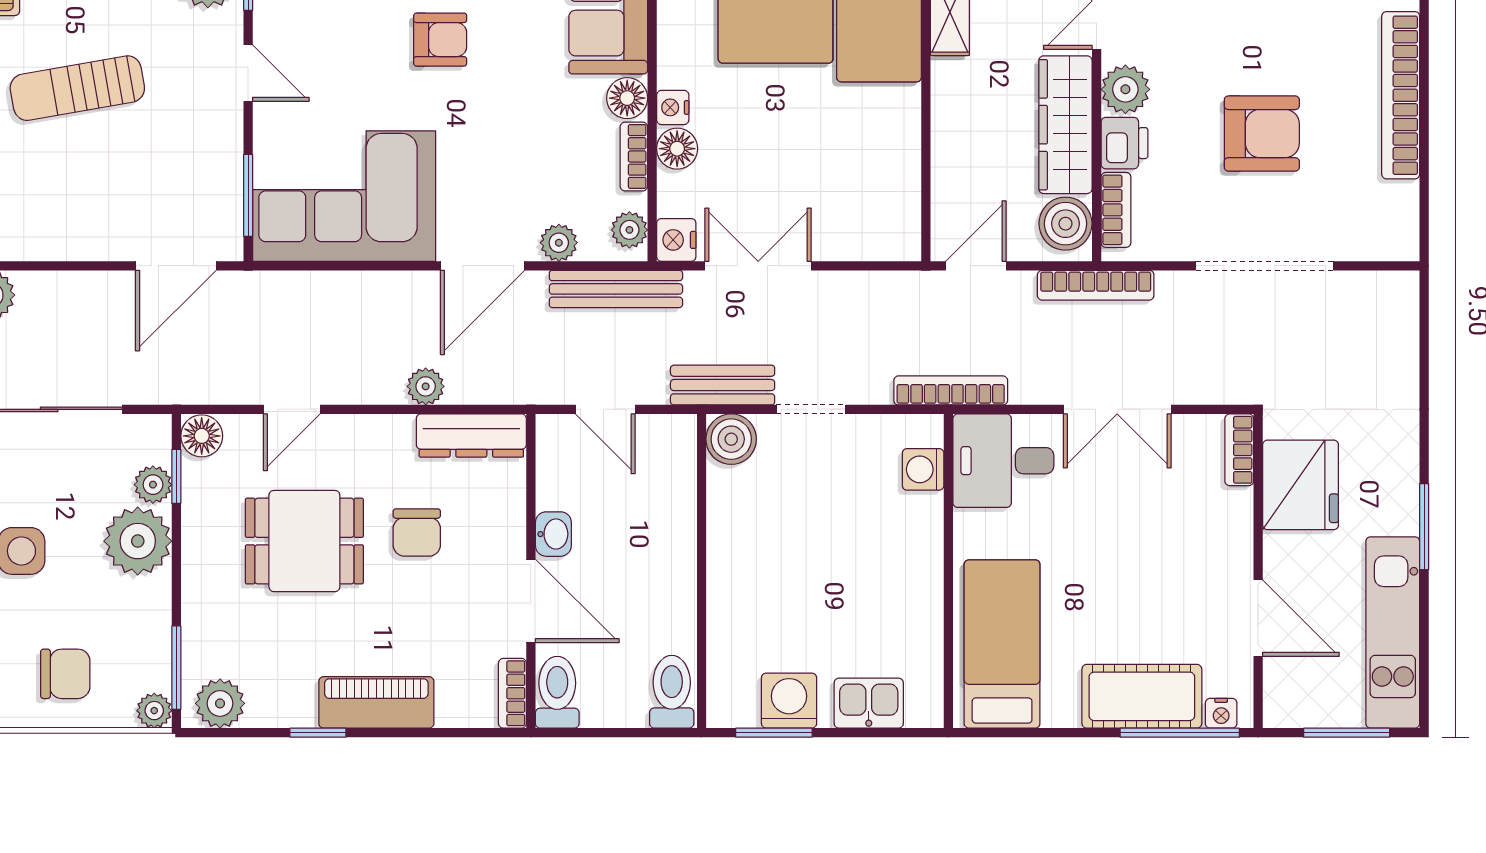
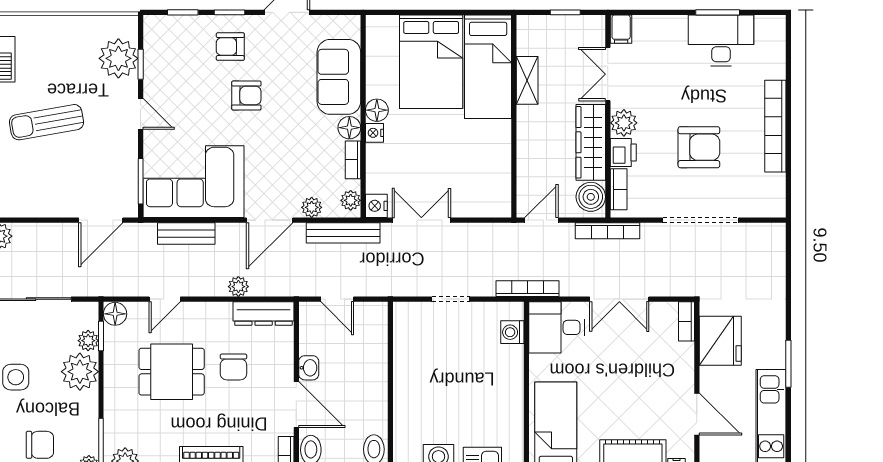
floor lamp: (677, 149) -> (377, 110), moved
bench: (723, 385) -> (186, 234), moved
boiler: (731, 439) -> (407, 316), removed

